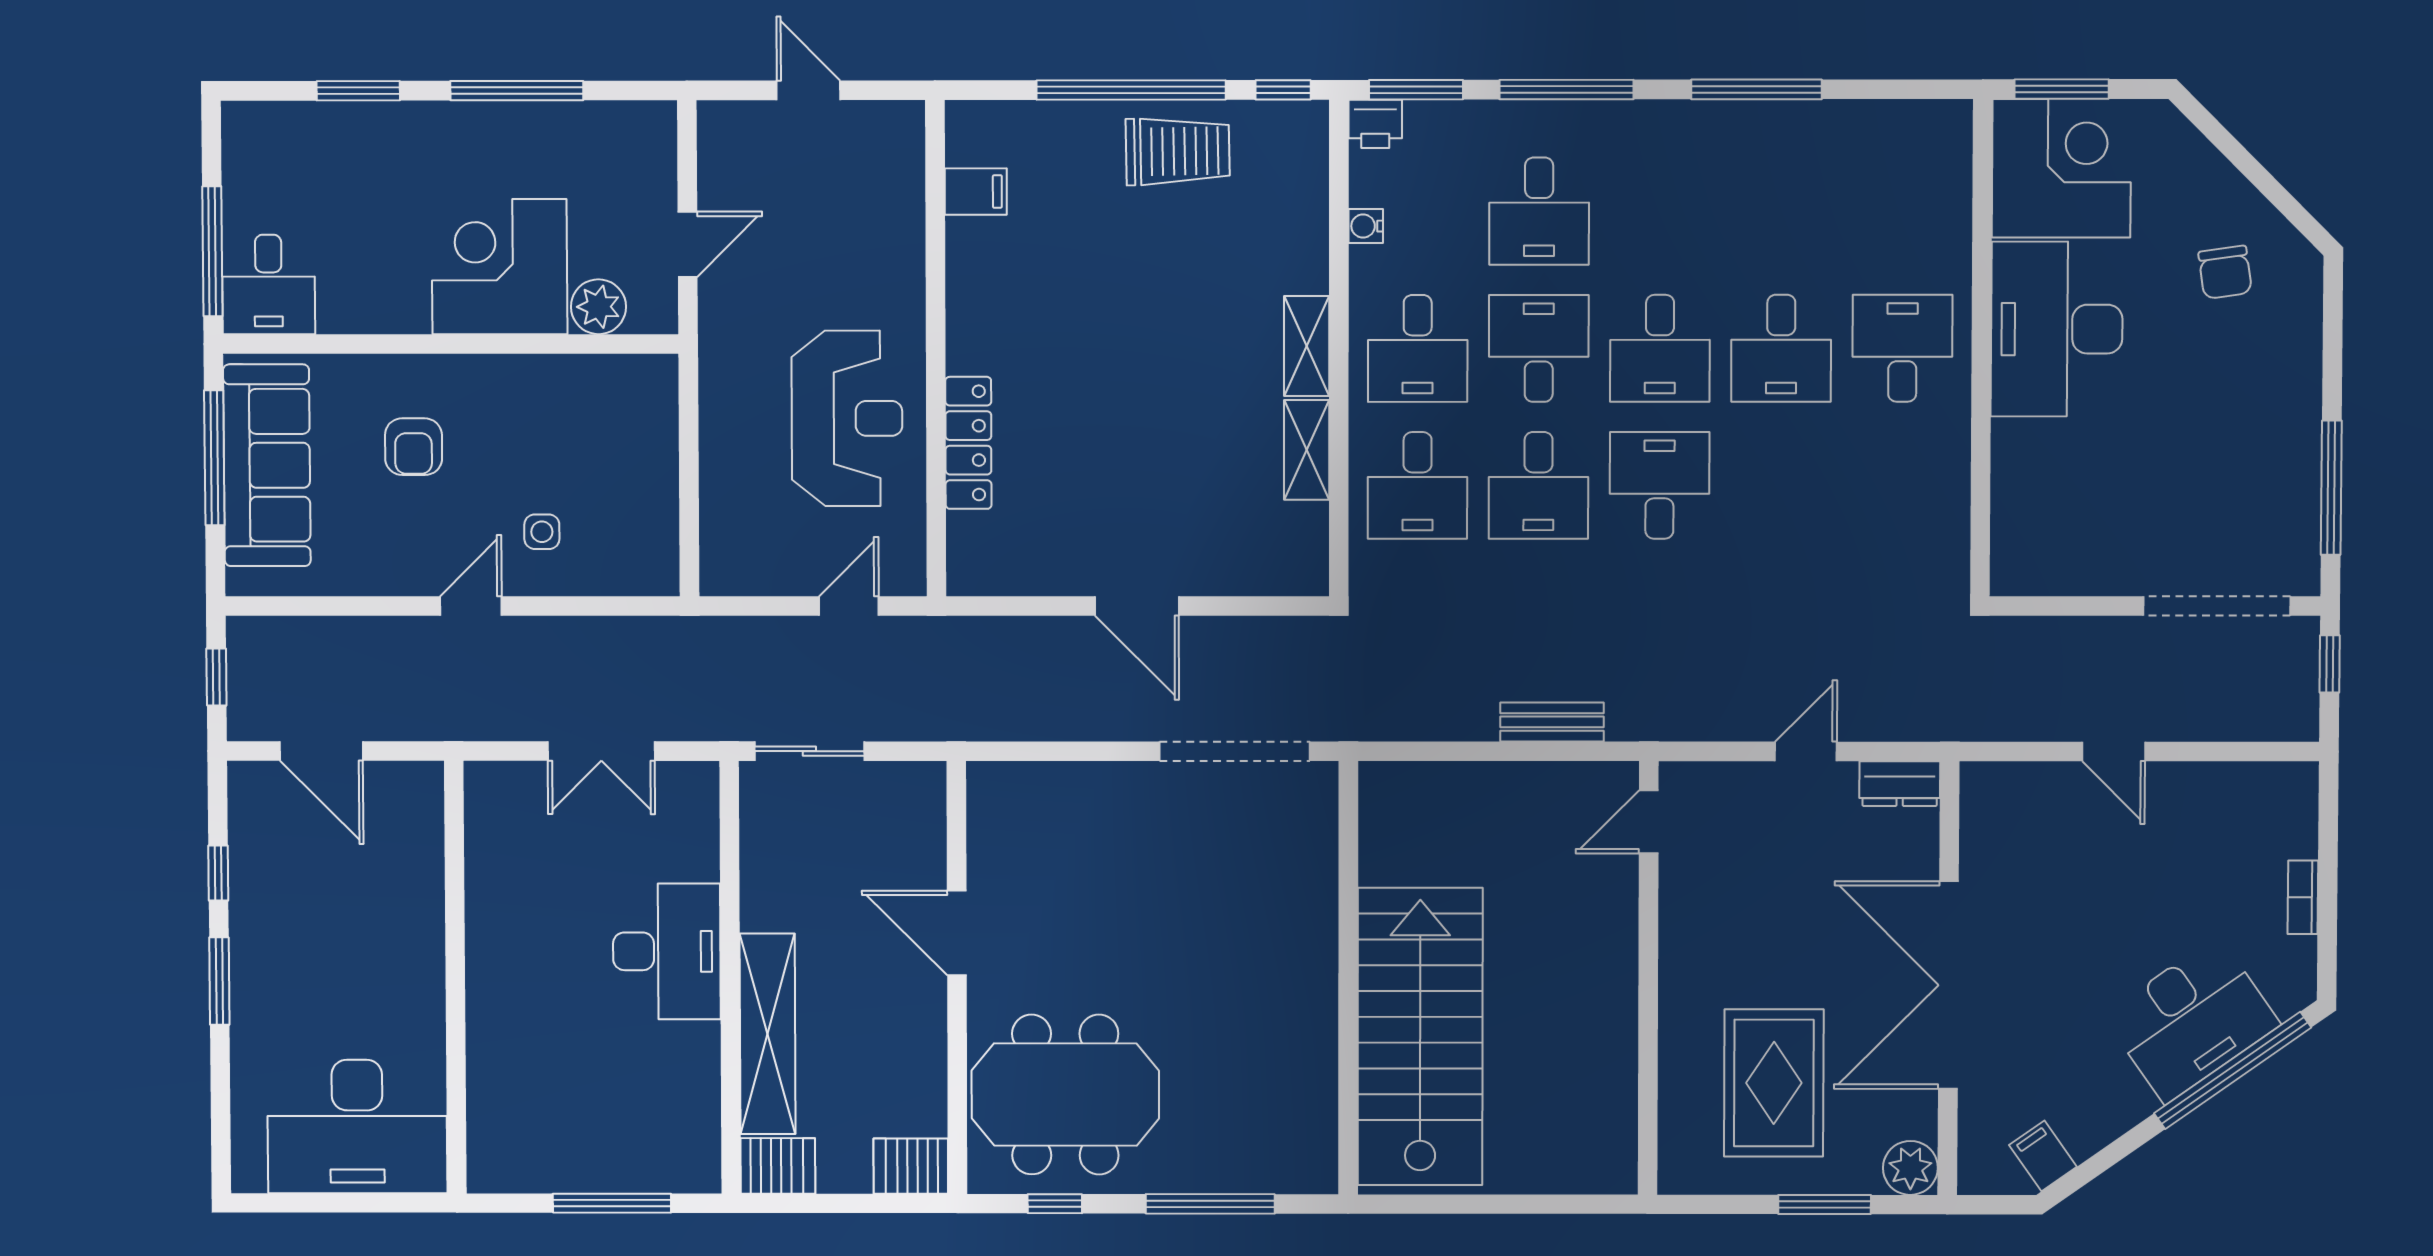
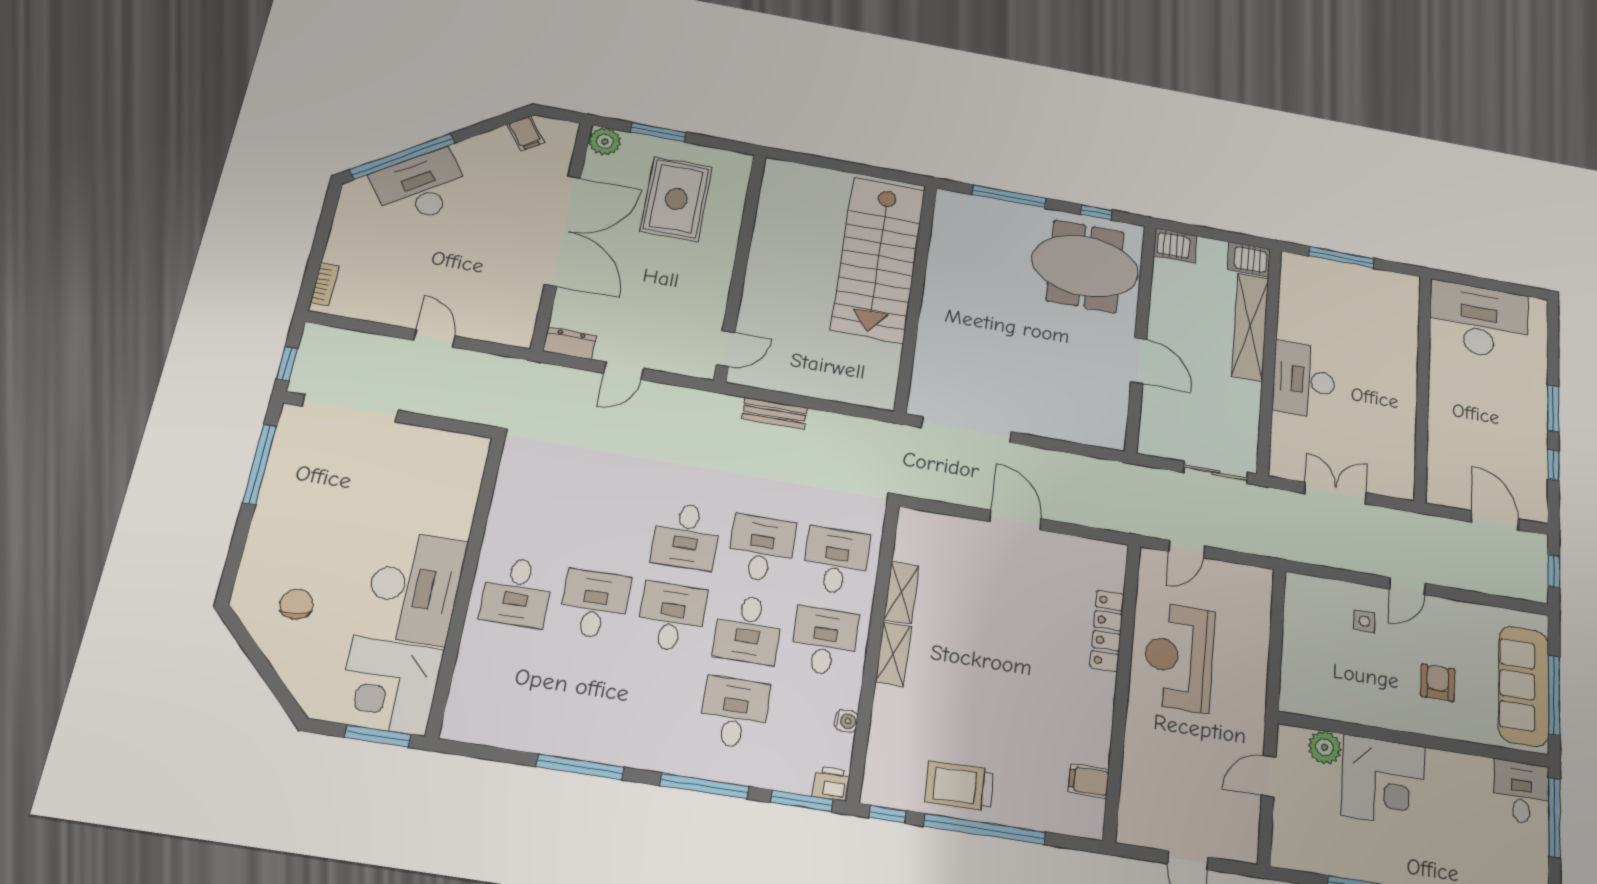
bookcase: (2303, 897) -> (325, 284), moved

